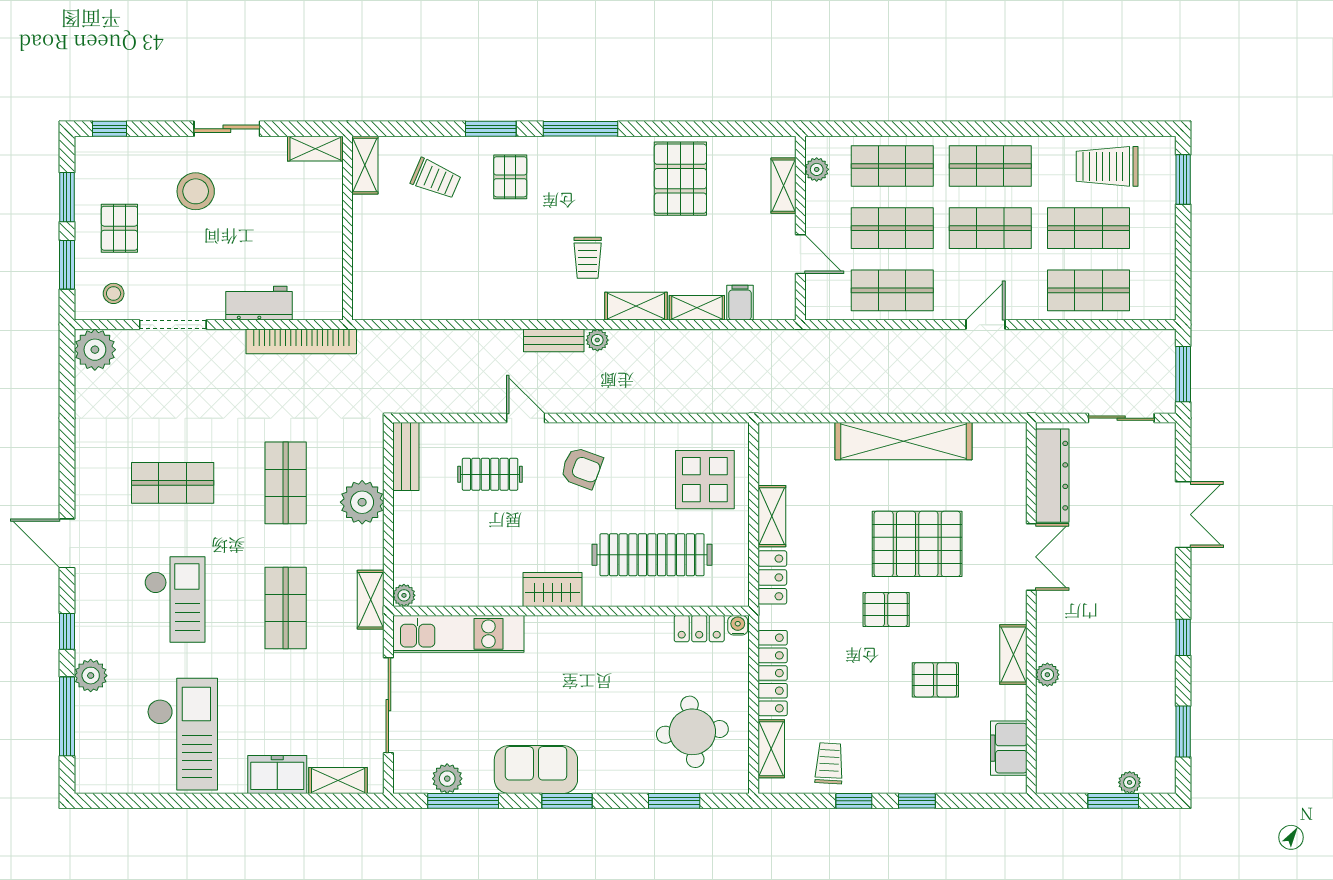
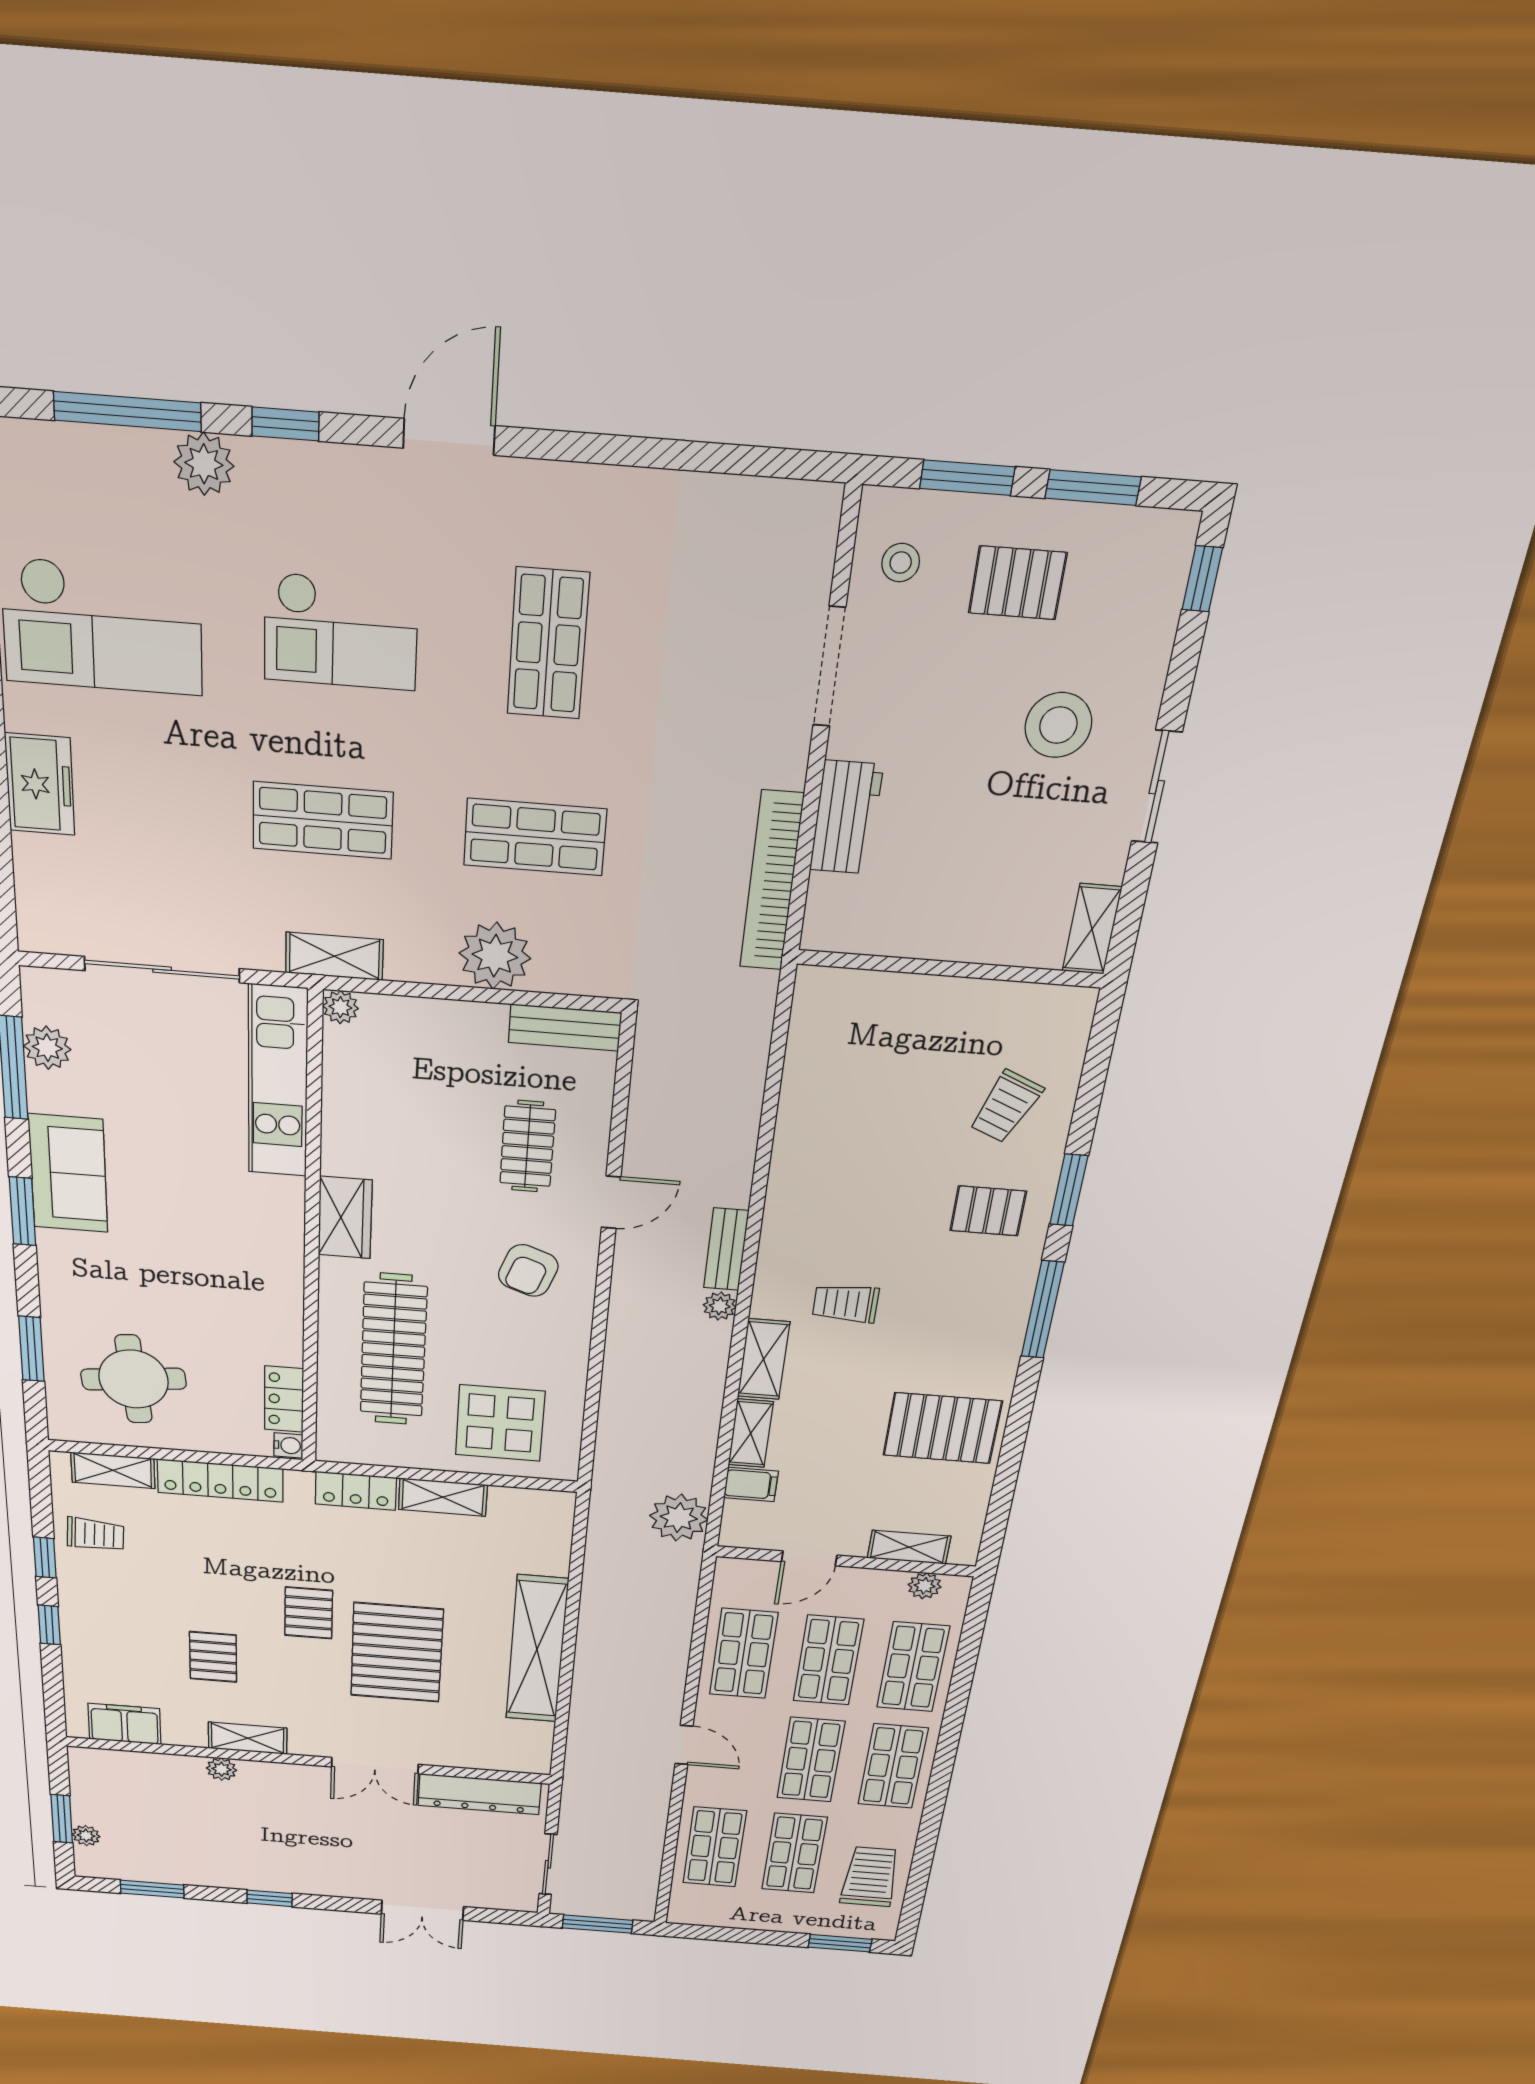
shelving: (365, 165) -> (1049, 1004), removed
plant: (95, 350) -> (679, 1518), moved
shelving: (338, 780) -> (35, 882), removed

